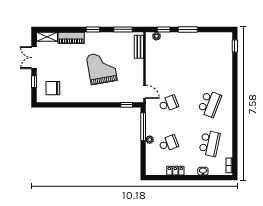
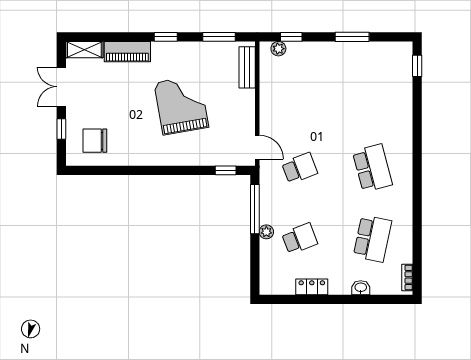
window: (188, 29) -> (352, 37), moved
school desk: (210, 104) -> (372, 168), turned -36

